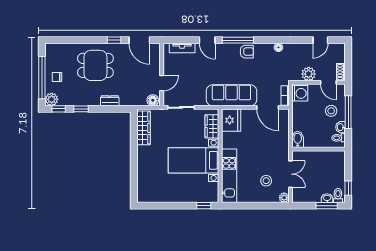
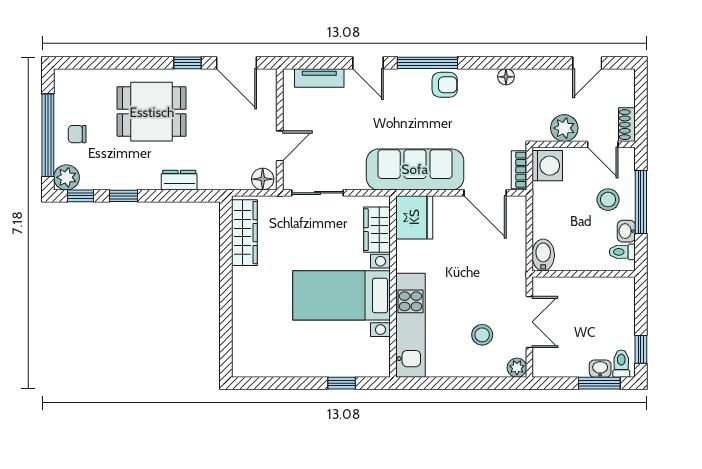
window: (204, 206) -> (342, 383), moved

